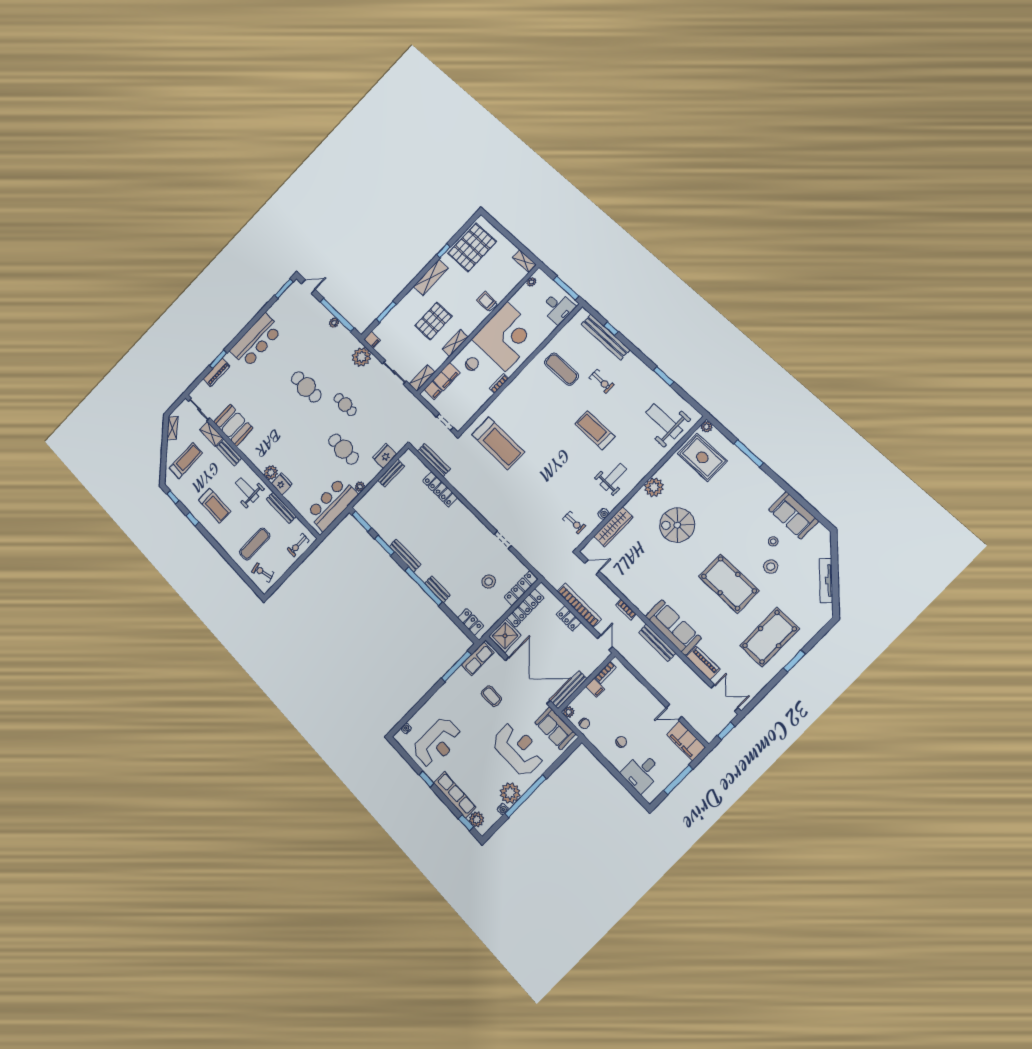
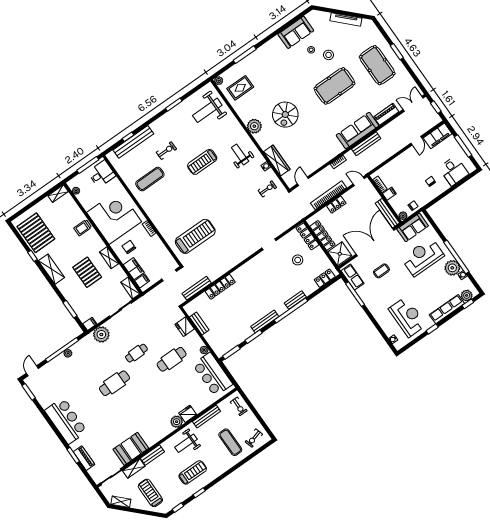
rug: (702, 457) -> (240, 88), width x0.73, depth x0.70

